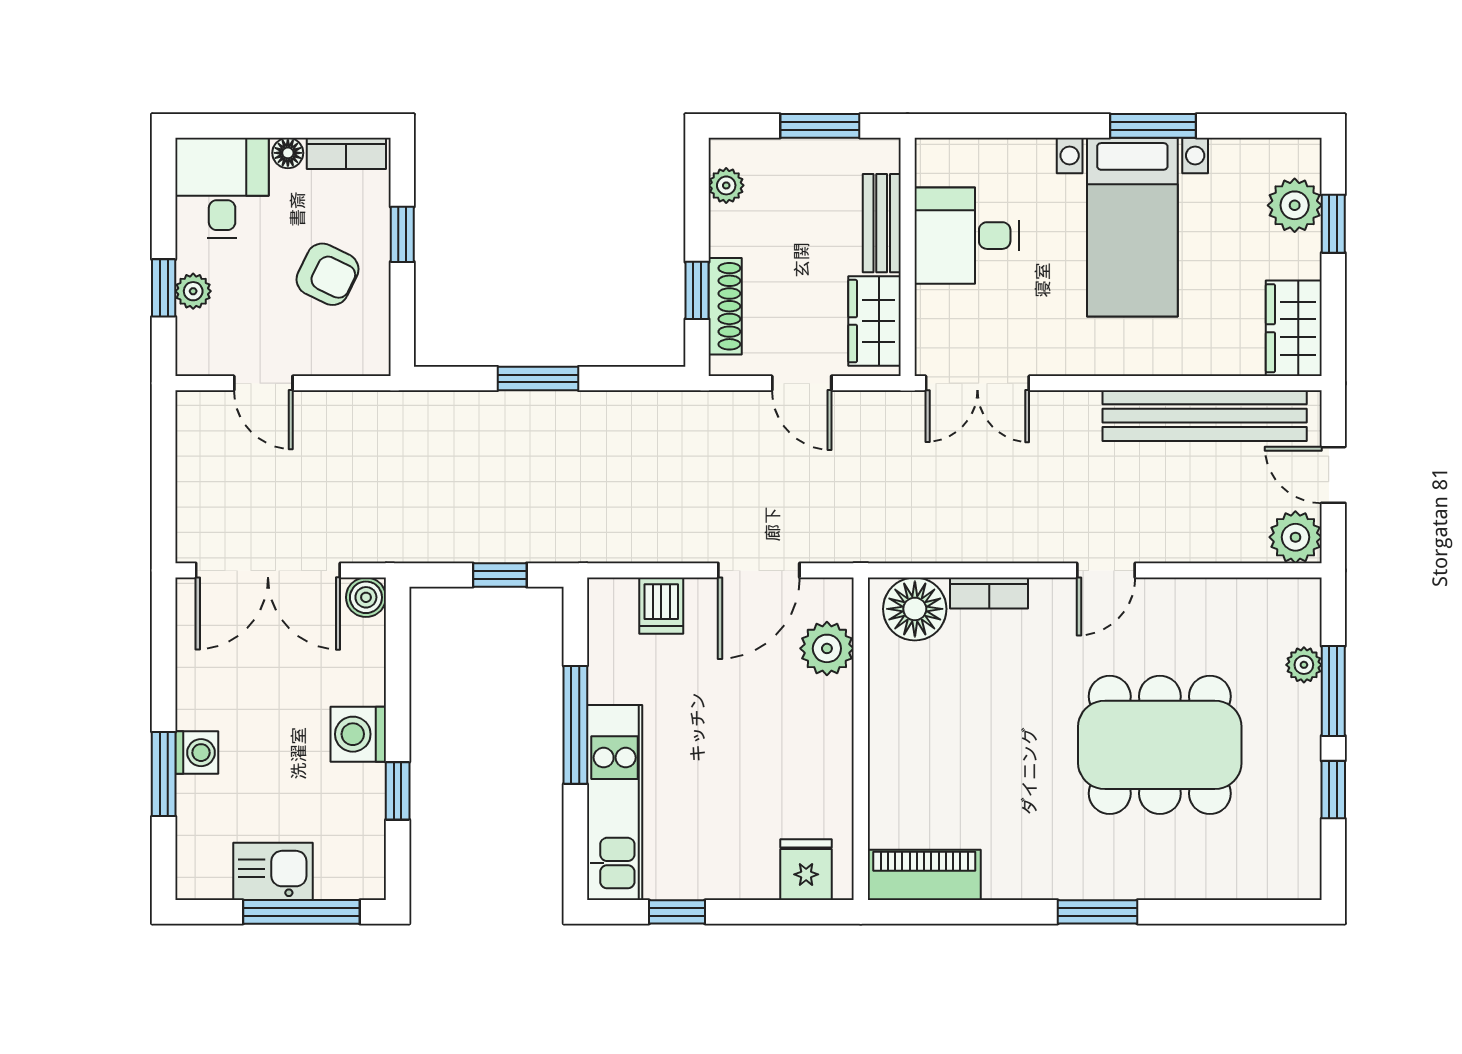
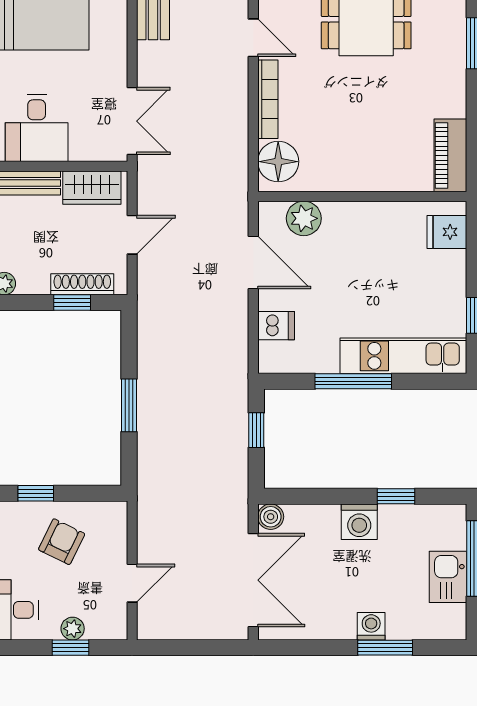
bookcase: (989, 593) -> (268, 99), width x1.56

